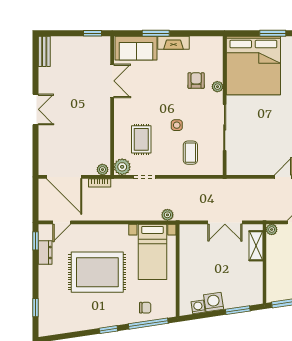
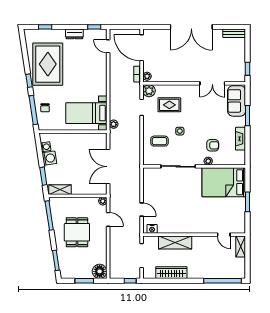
fireplace: (174, 43) -> (241, 139), moved
bed: (253, 65) -> (224, 182), width x0.73
double door: (36, 109) -> (191, 27), width x1.87
door: (64, 177) -> (142, 48), hinge flipped
double door: (225, 222) -> (108, 167), width x1.37
shelving: (256, 246) -> (60, 190), moved
dresser: (45, 253) -> (74, 34), moved
rug: (97, 272) -> (48, 64), moved

